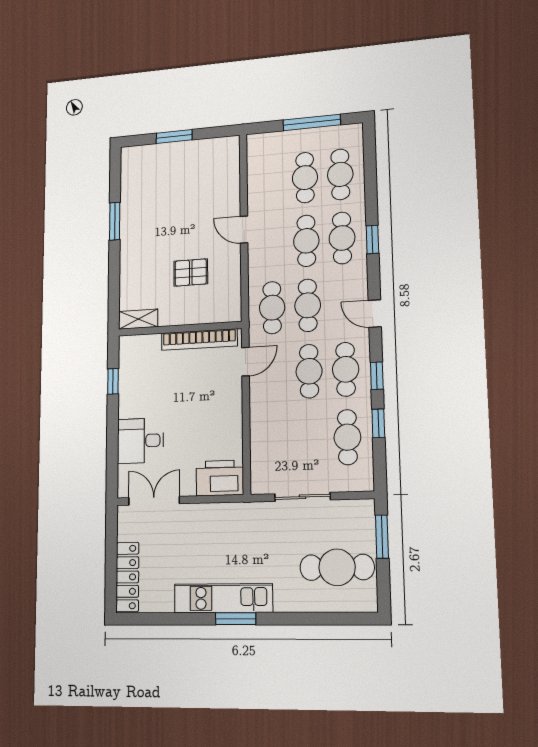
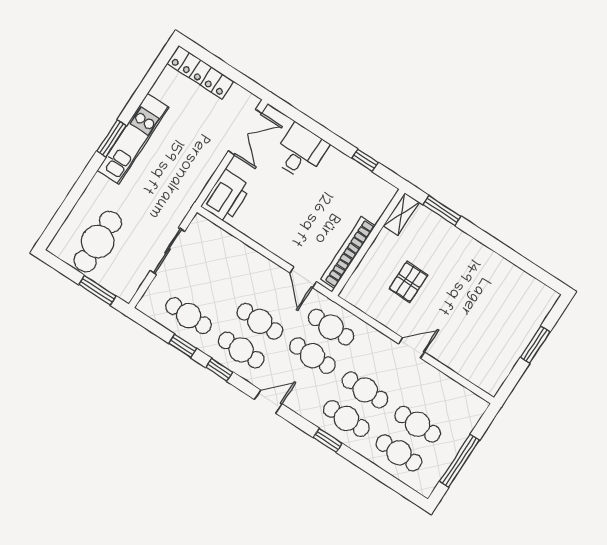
window: (115, 221) -> (442, 210), moved

